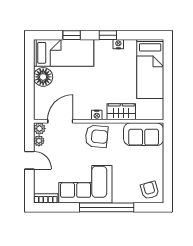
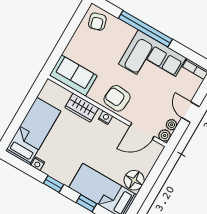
nightstand: (118, 44) -> (38, 164), moved

